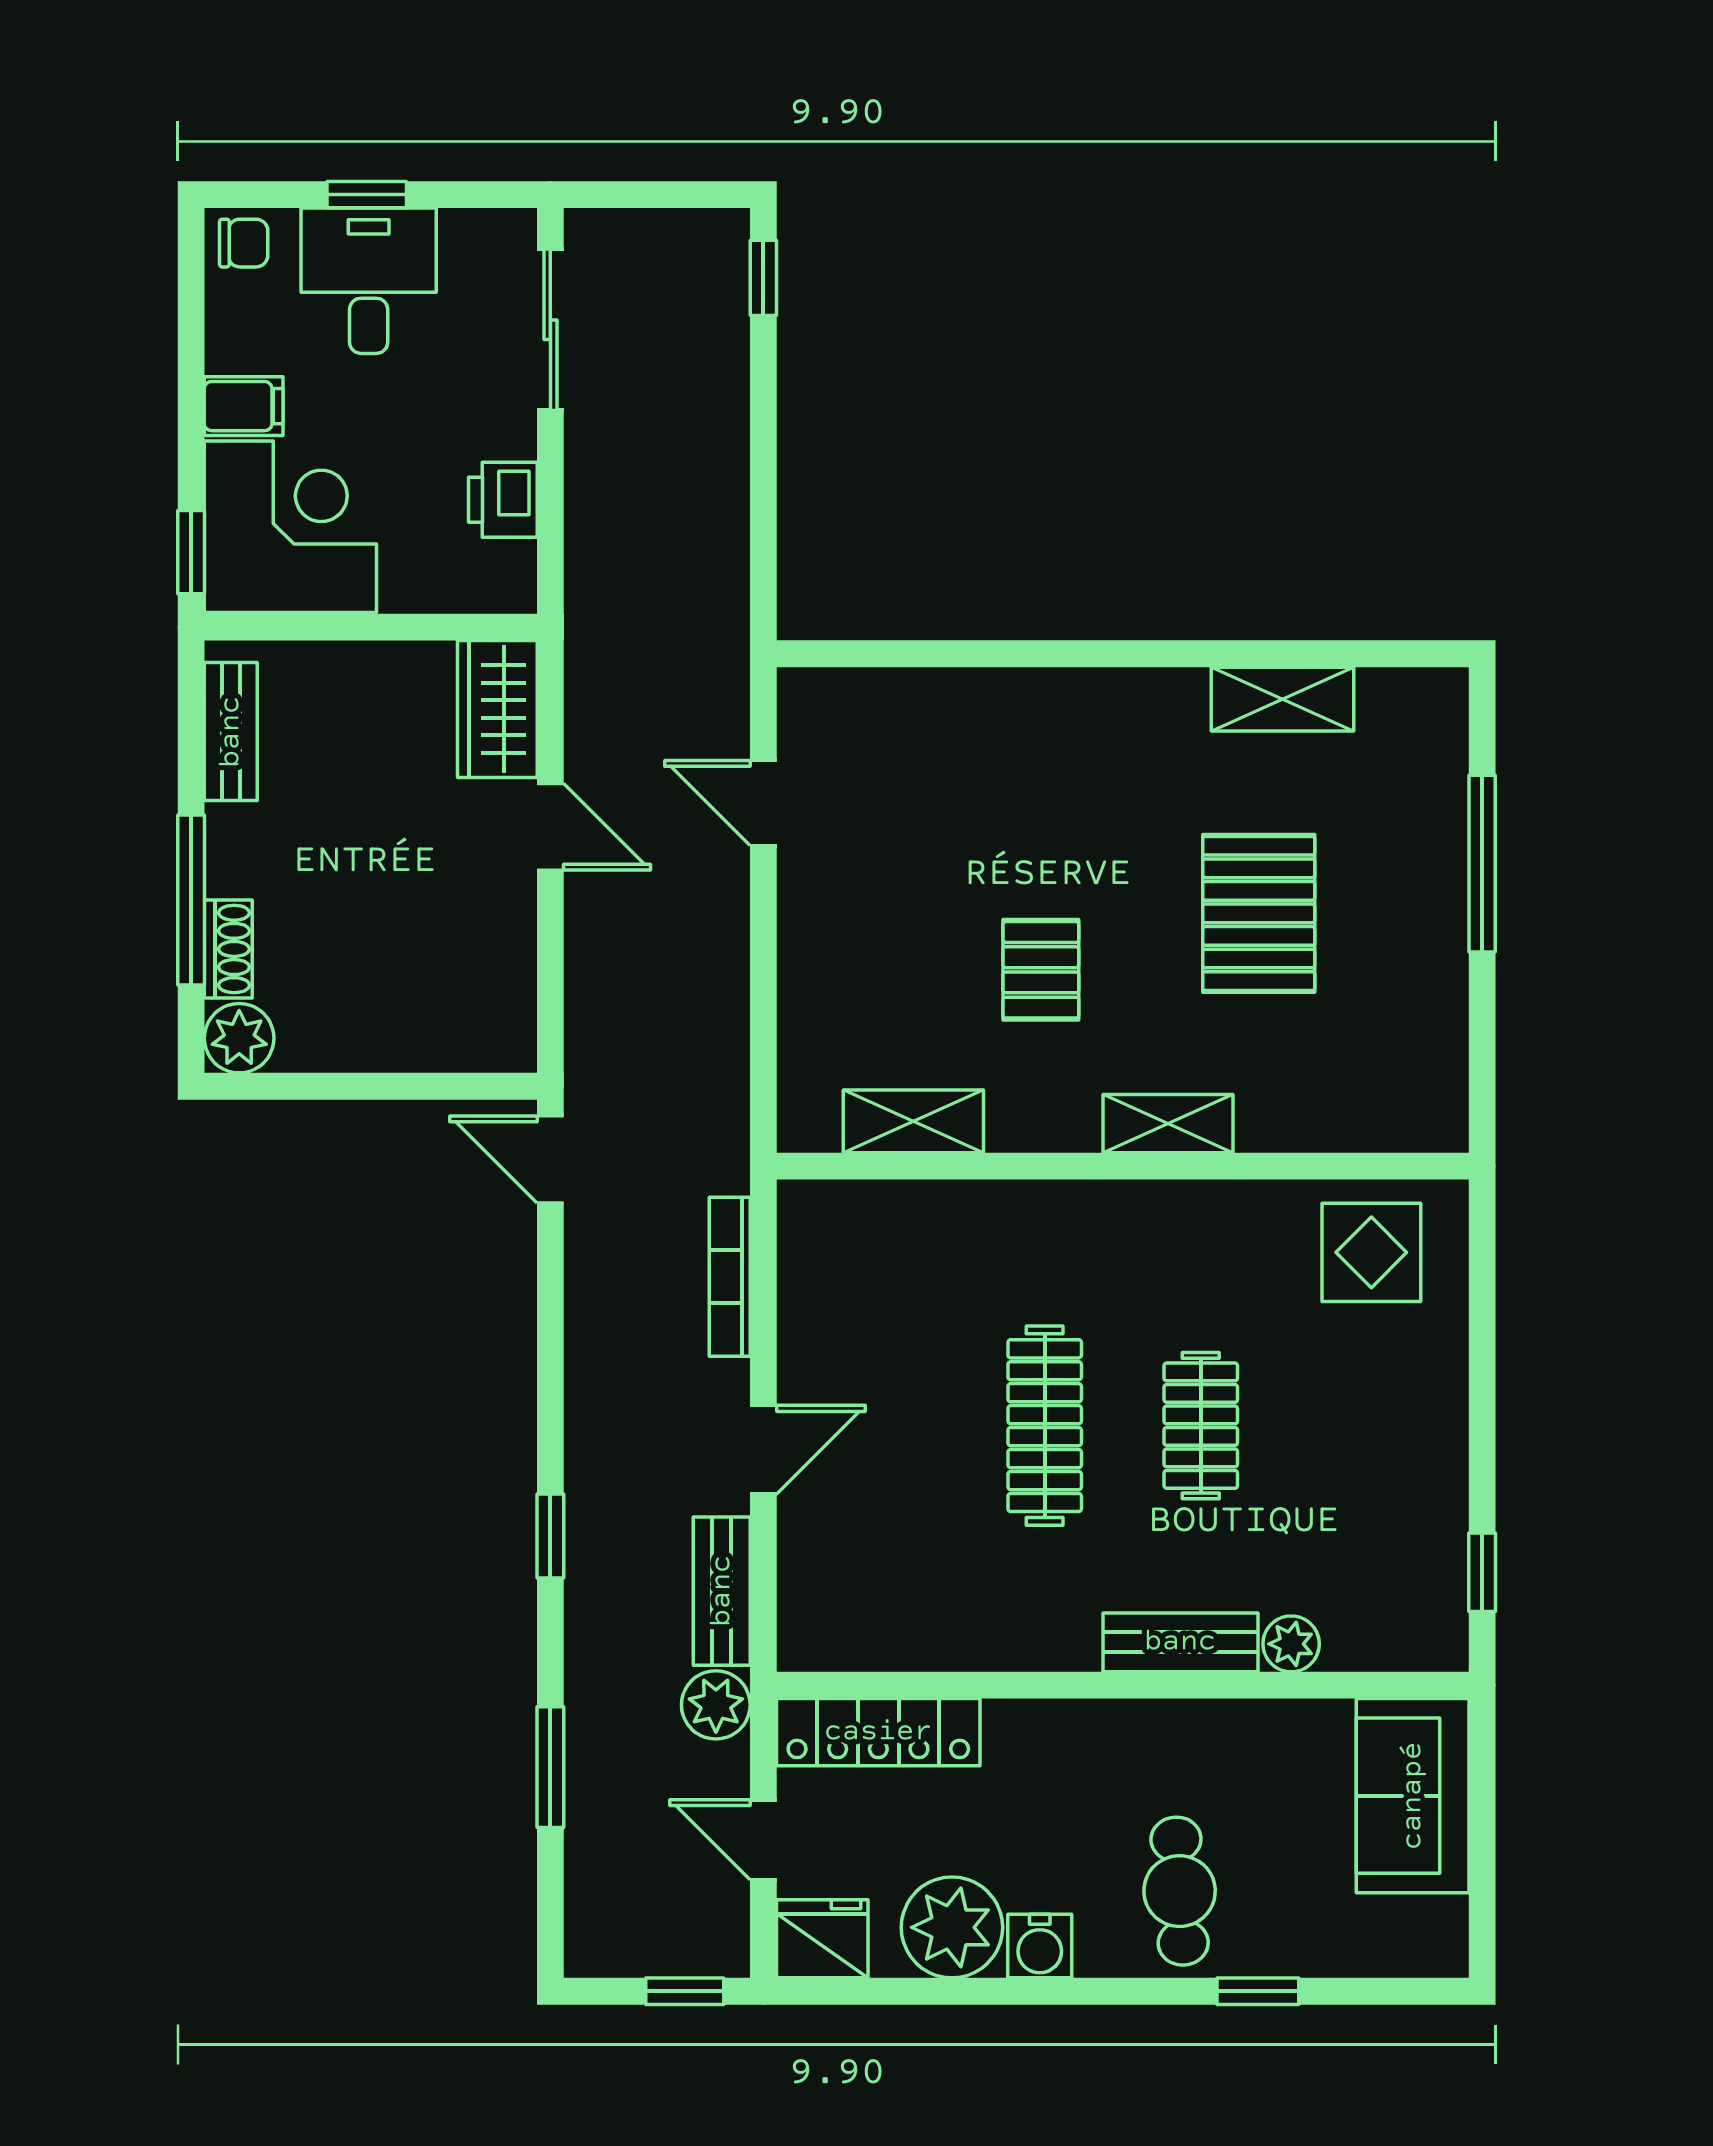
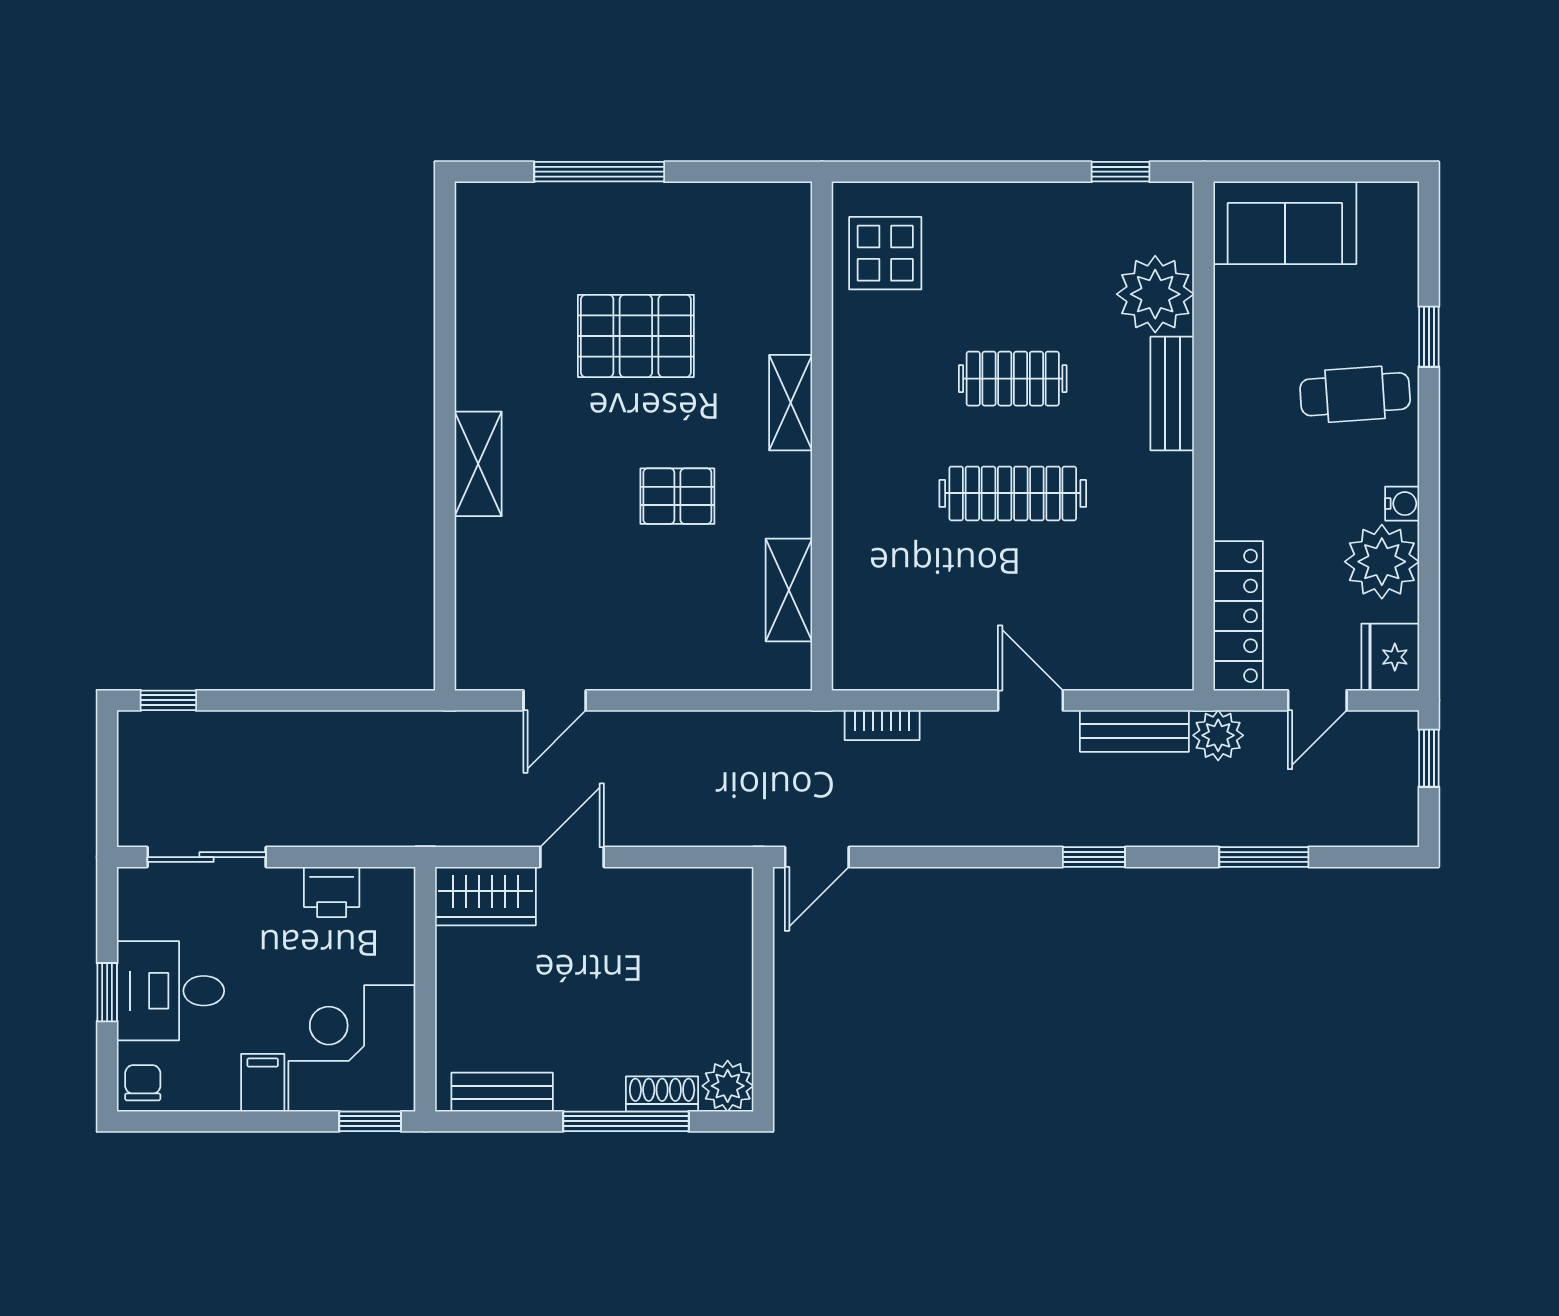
shelving: (1282, 699) -> (478, 464), moved
bookcase: (730, 1277) -> (882, 725), width x0.64
plant: (1291, 1644) -> (1155, 294), width x1.88, depth x1.88
water cooler: (1040, 1946) -> (1402, 504), width x0.72, depth x0.72

